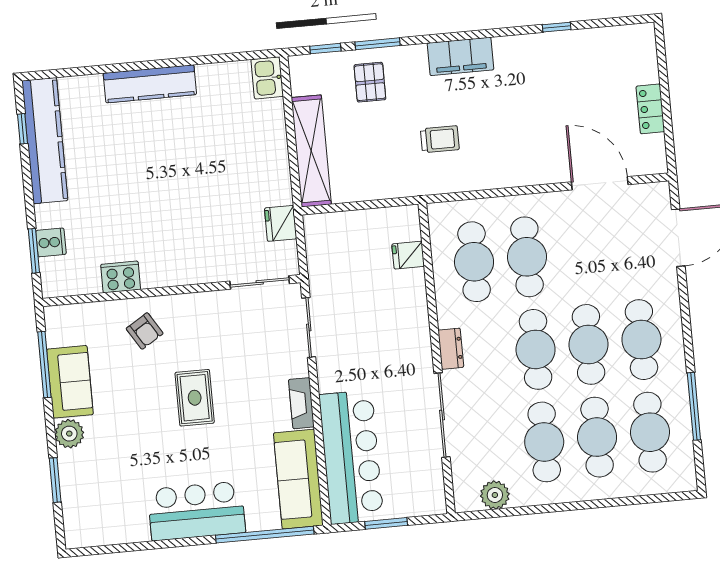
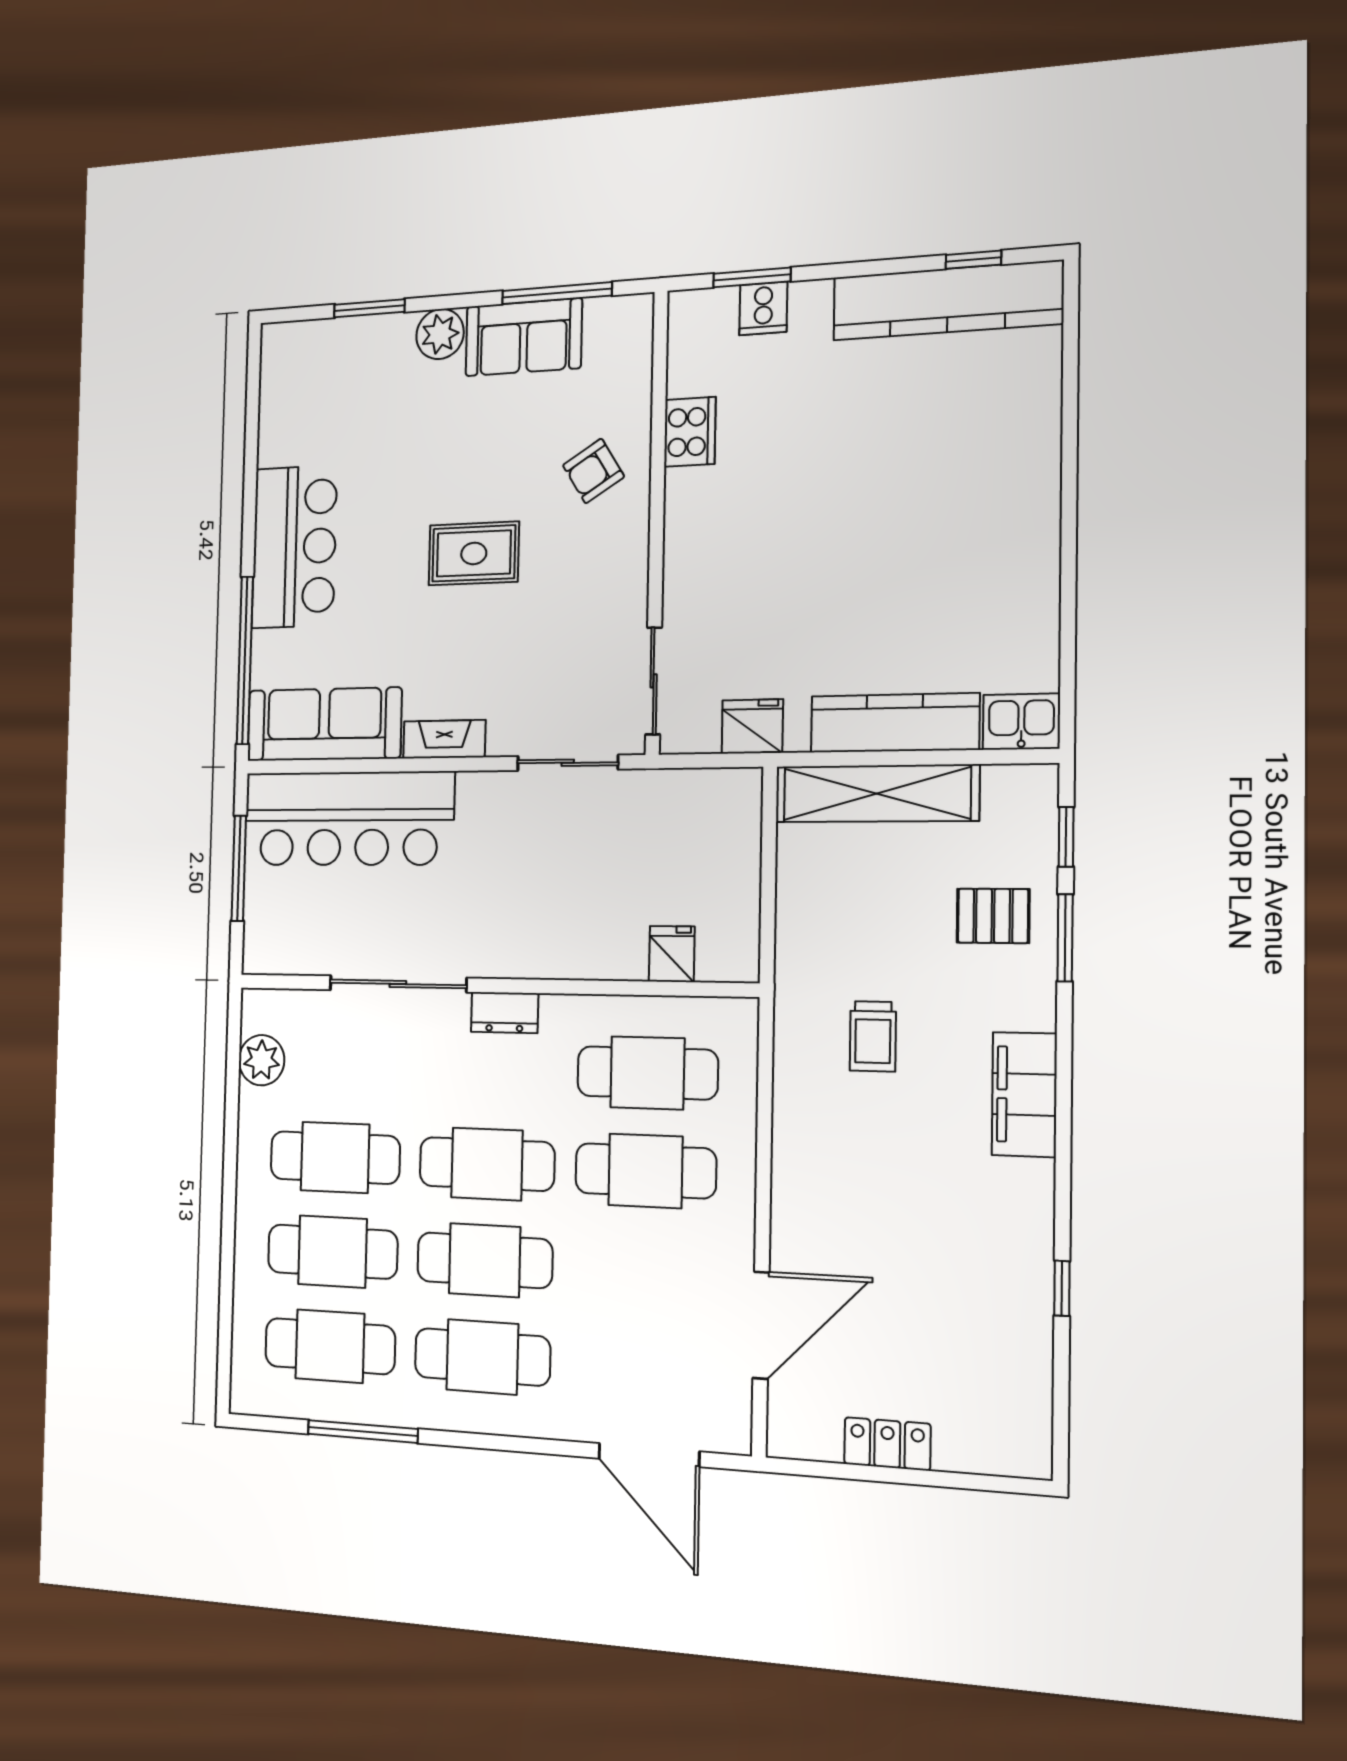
kitchen counter: (150, 84) -> (895, 723), moved, turned 90
window: (386, 523) -> (239, 868), width x1.44

